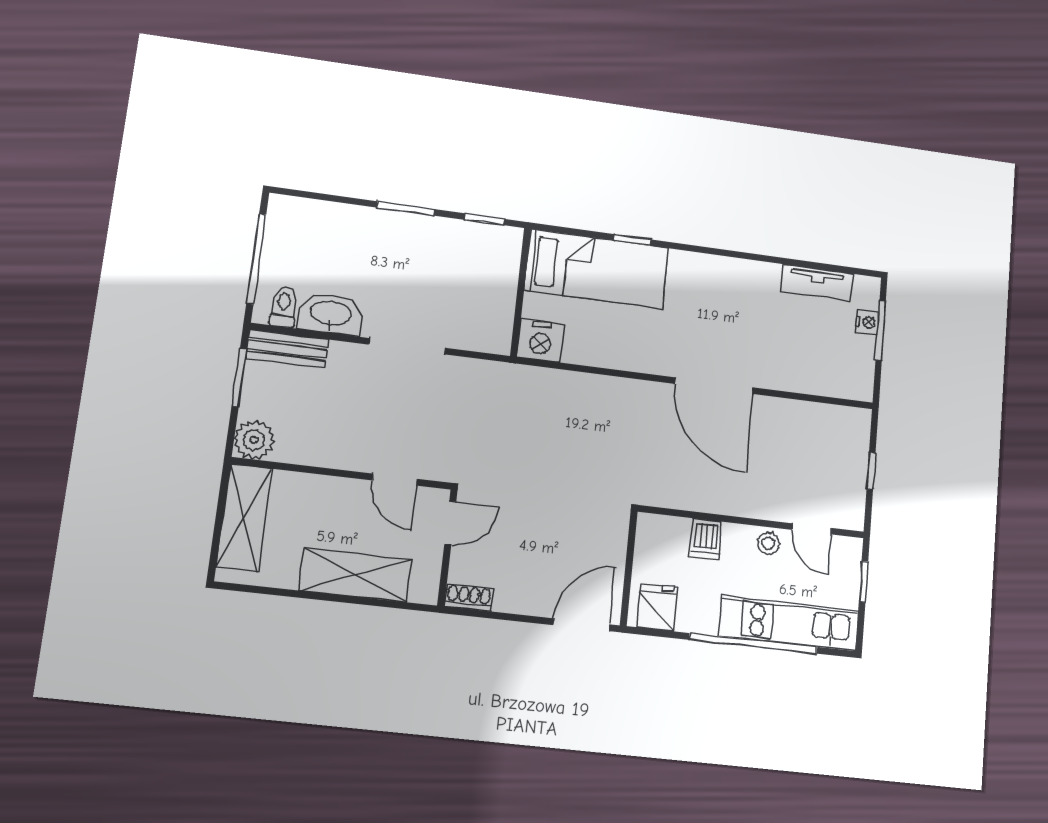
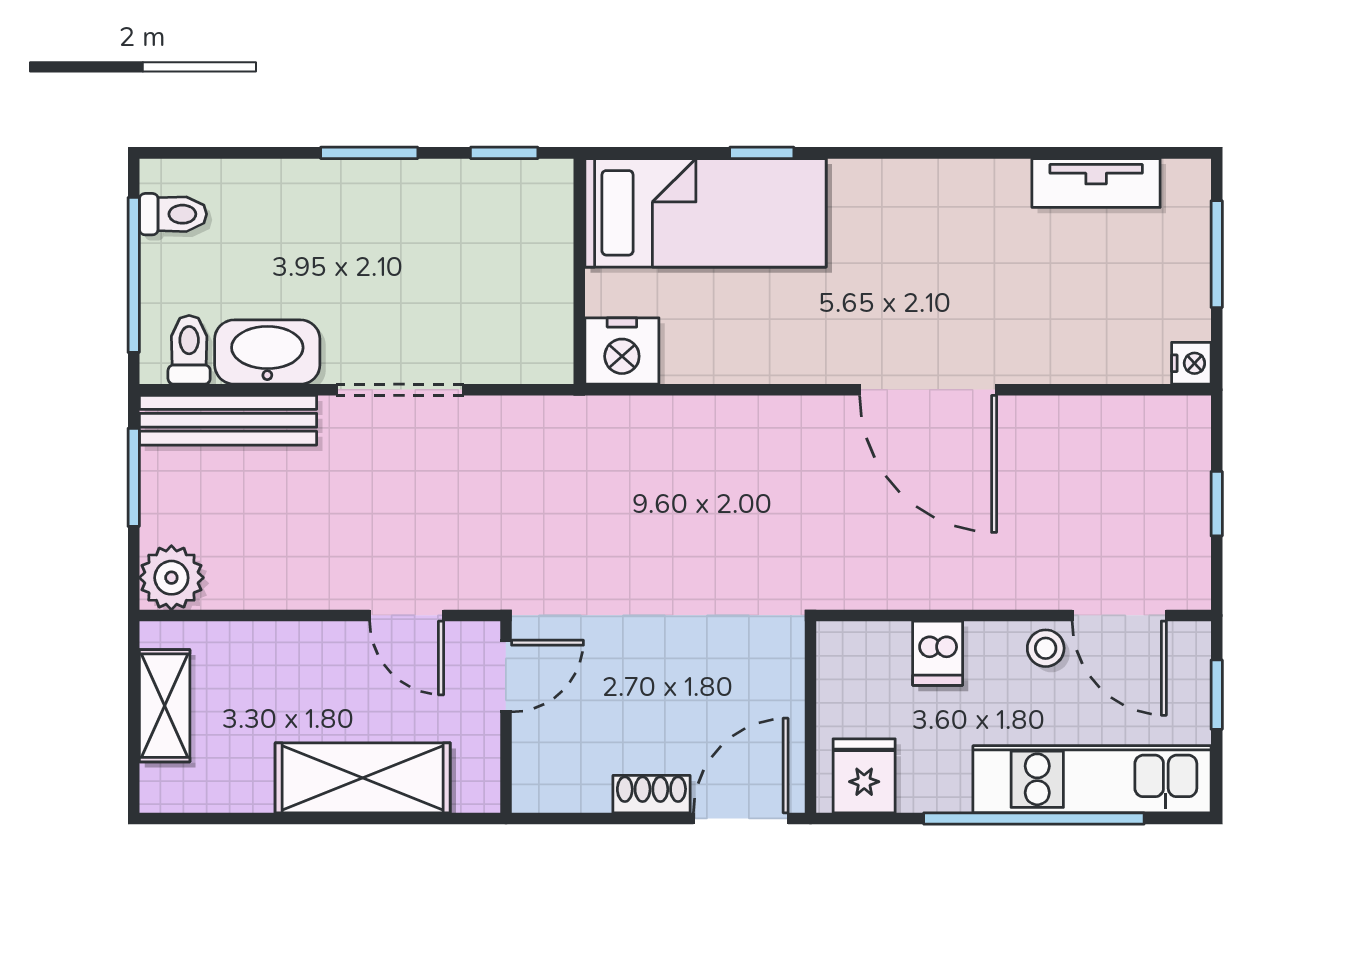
toilet: (285, 227) -> (173, 214), added
nightstand: (867, 322) -> (1191, 363), moved
bench: (287, 349) -> (228, 420), width x1.36
shelving: (244, 518) -> (165, 706), width x0.67, depth x0.75
door: (812, 529) -> (1119, 615), width x1.38
shoe rack: (469, 597) -> (651, 794), moved

